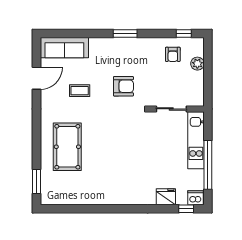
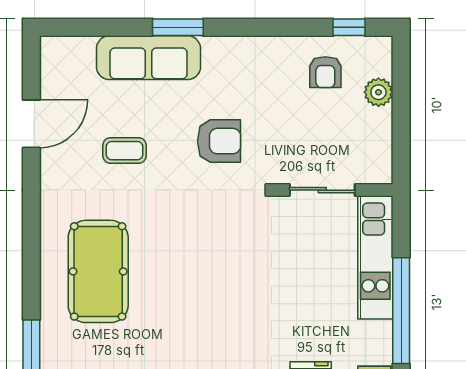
window: (125, 33) -> (178, 27), moved
sofa: (64, 48) -> (149, 58), moved

